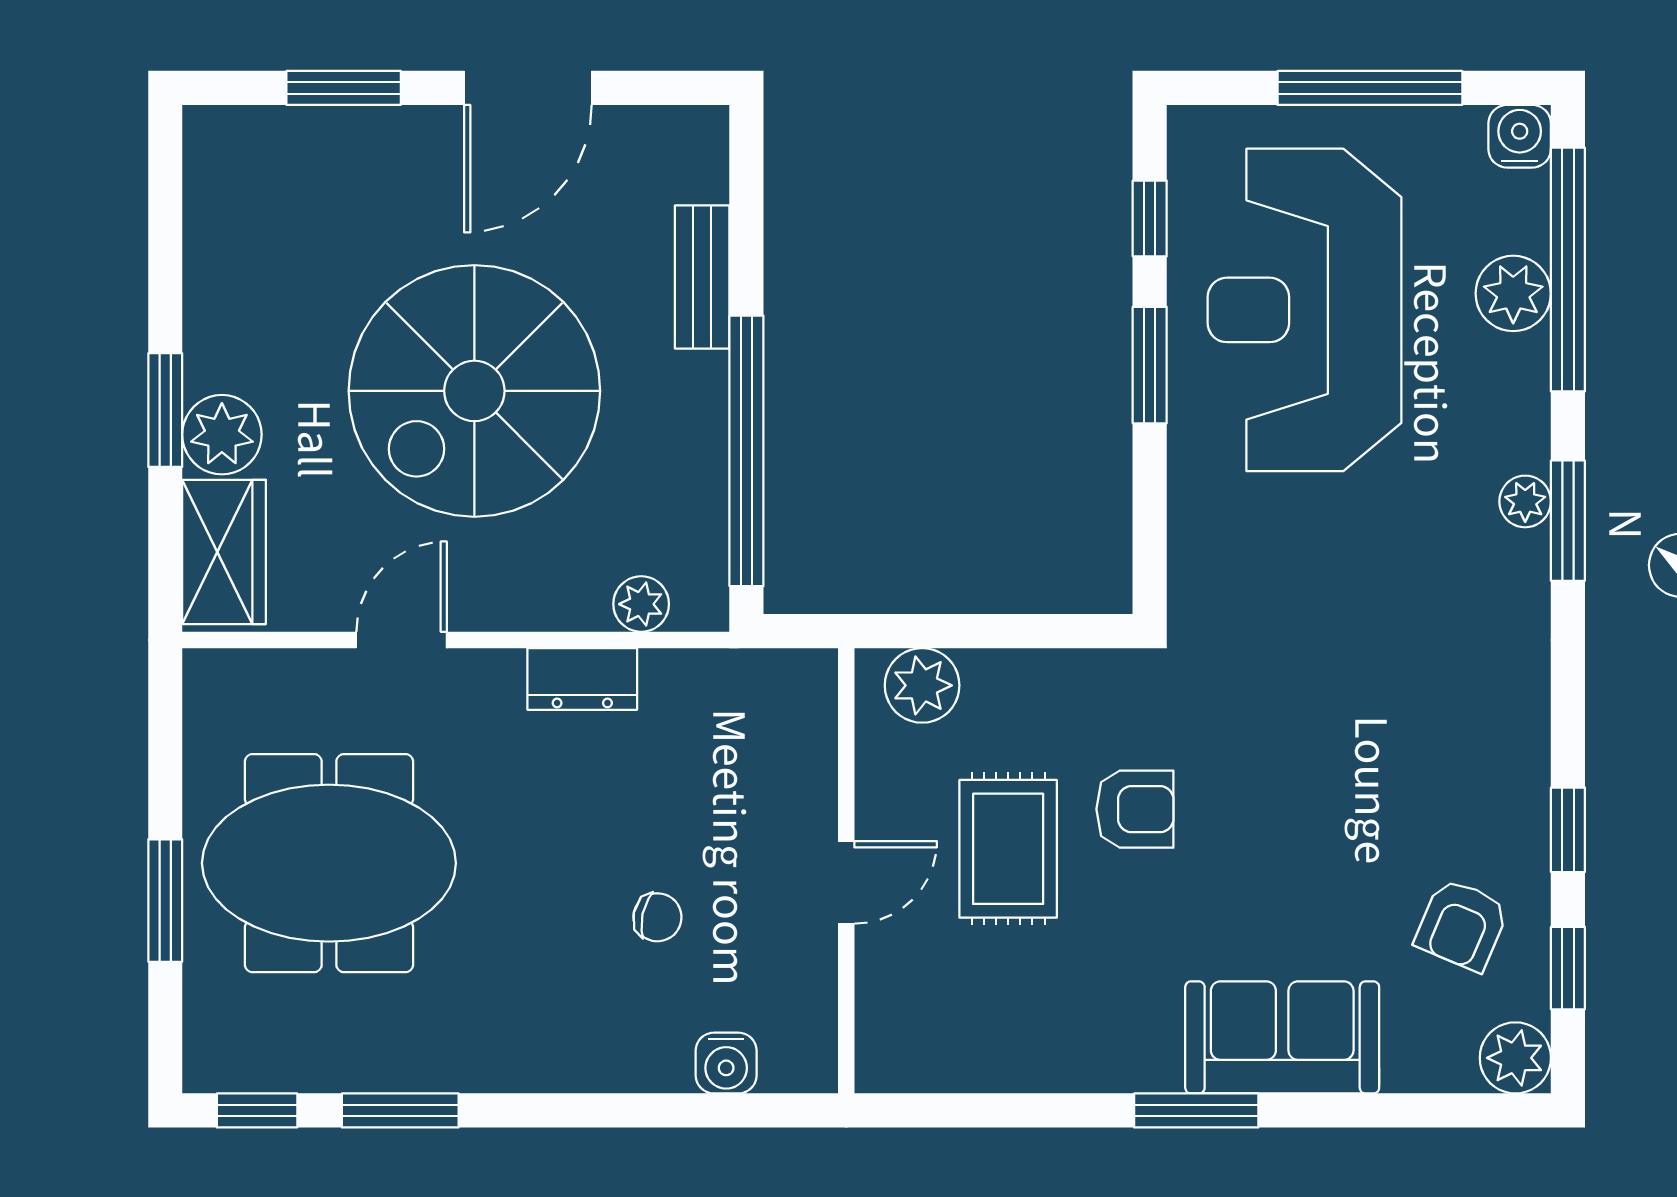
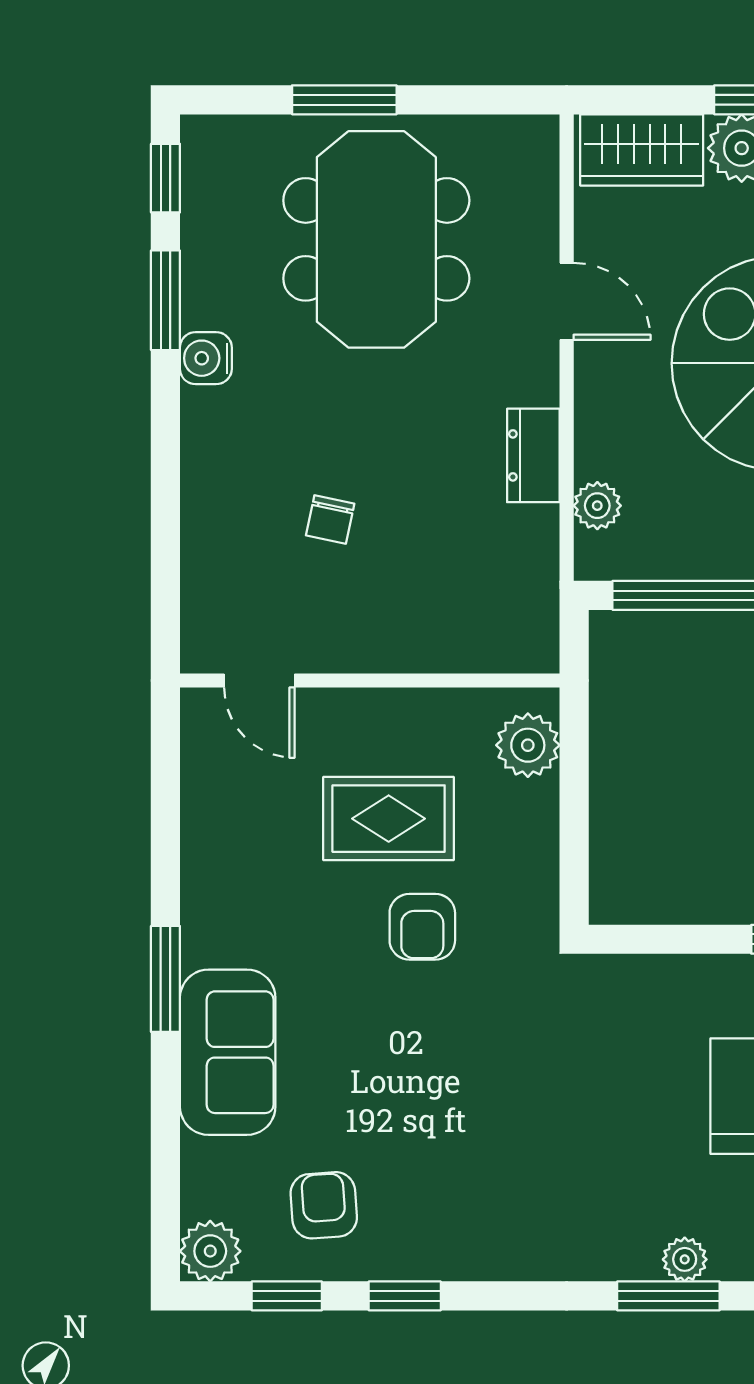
door: (846, 882) -> (259, 680), moved
armchair: (1462, 925) -> (324, 1205), turned 63
water cooler: (726, 1063) -> (206, 358), moved

